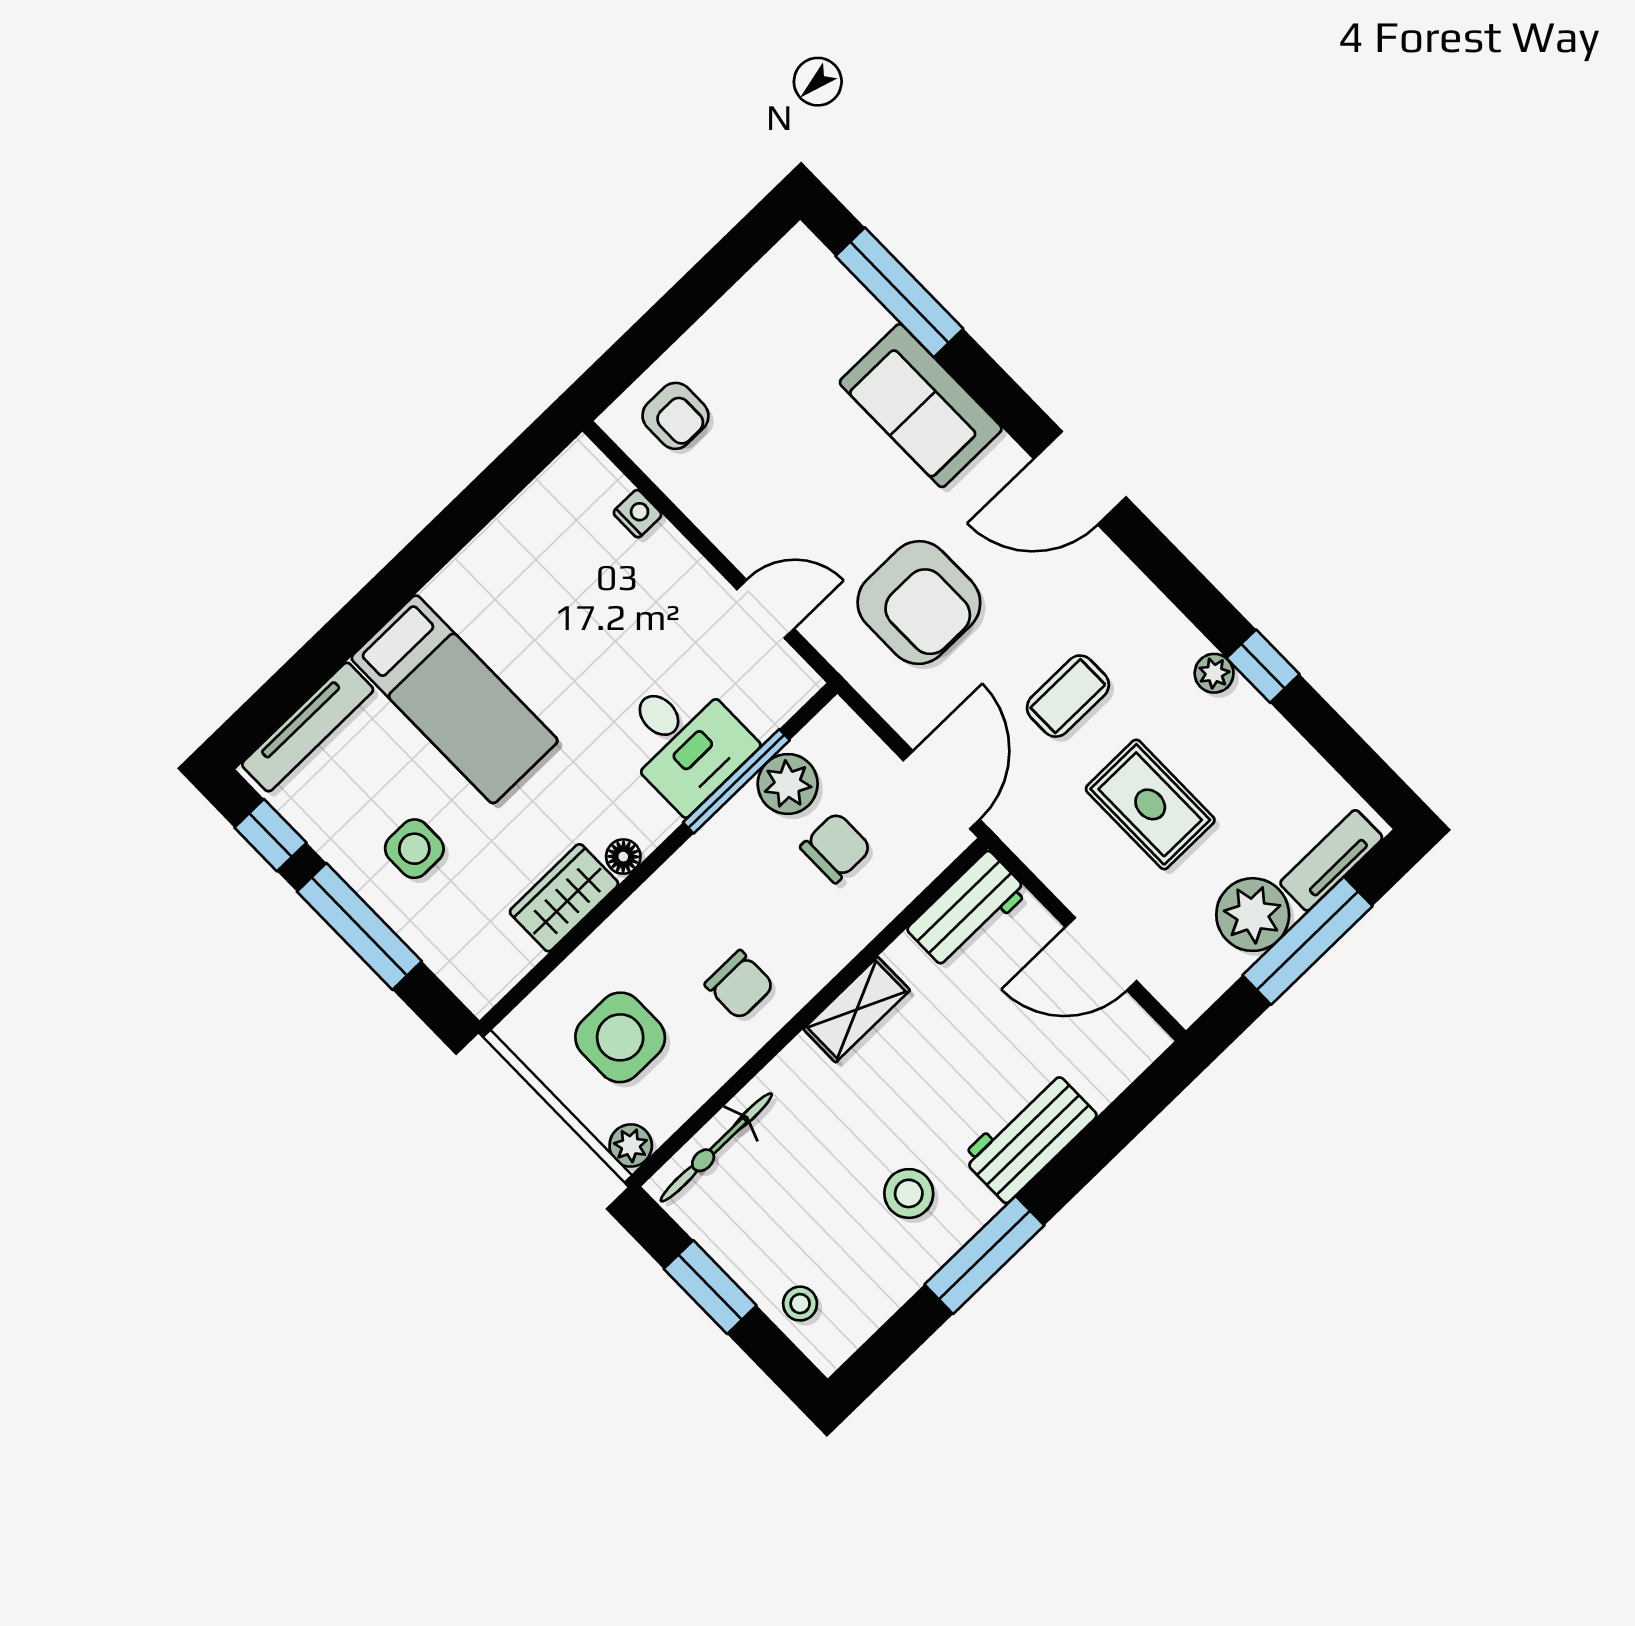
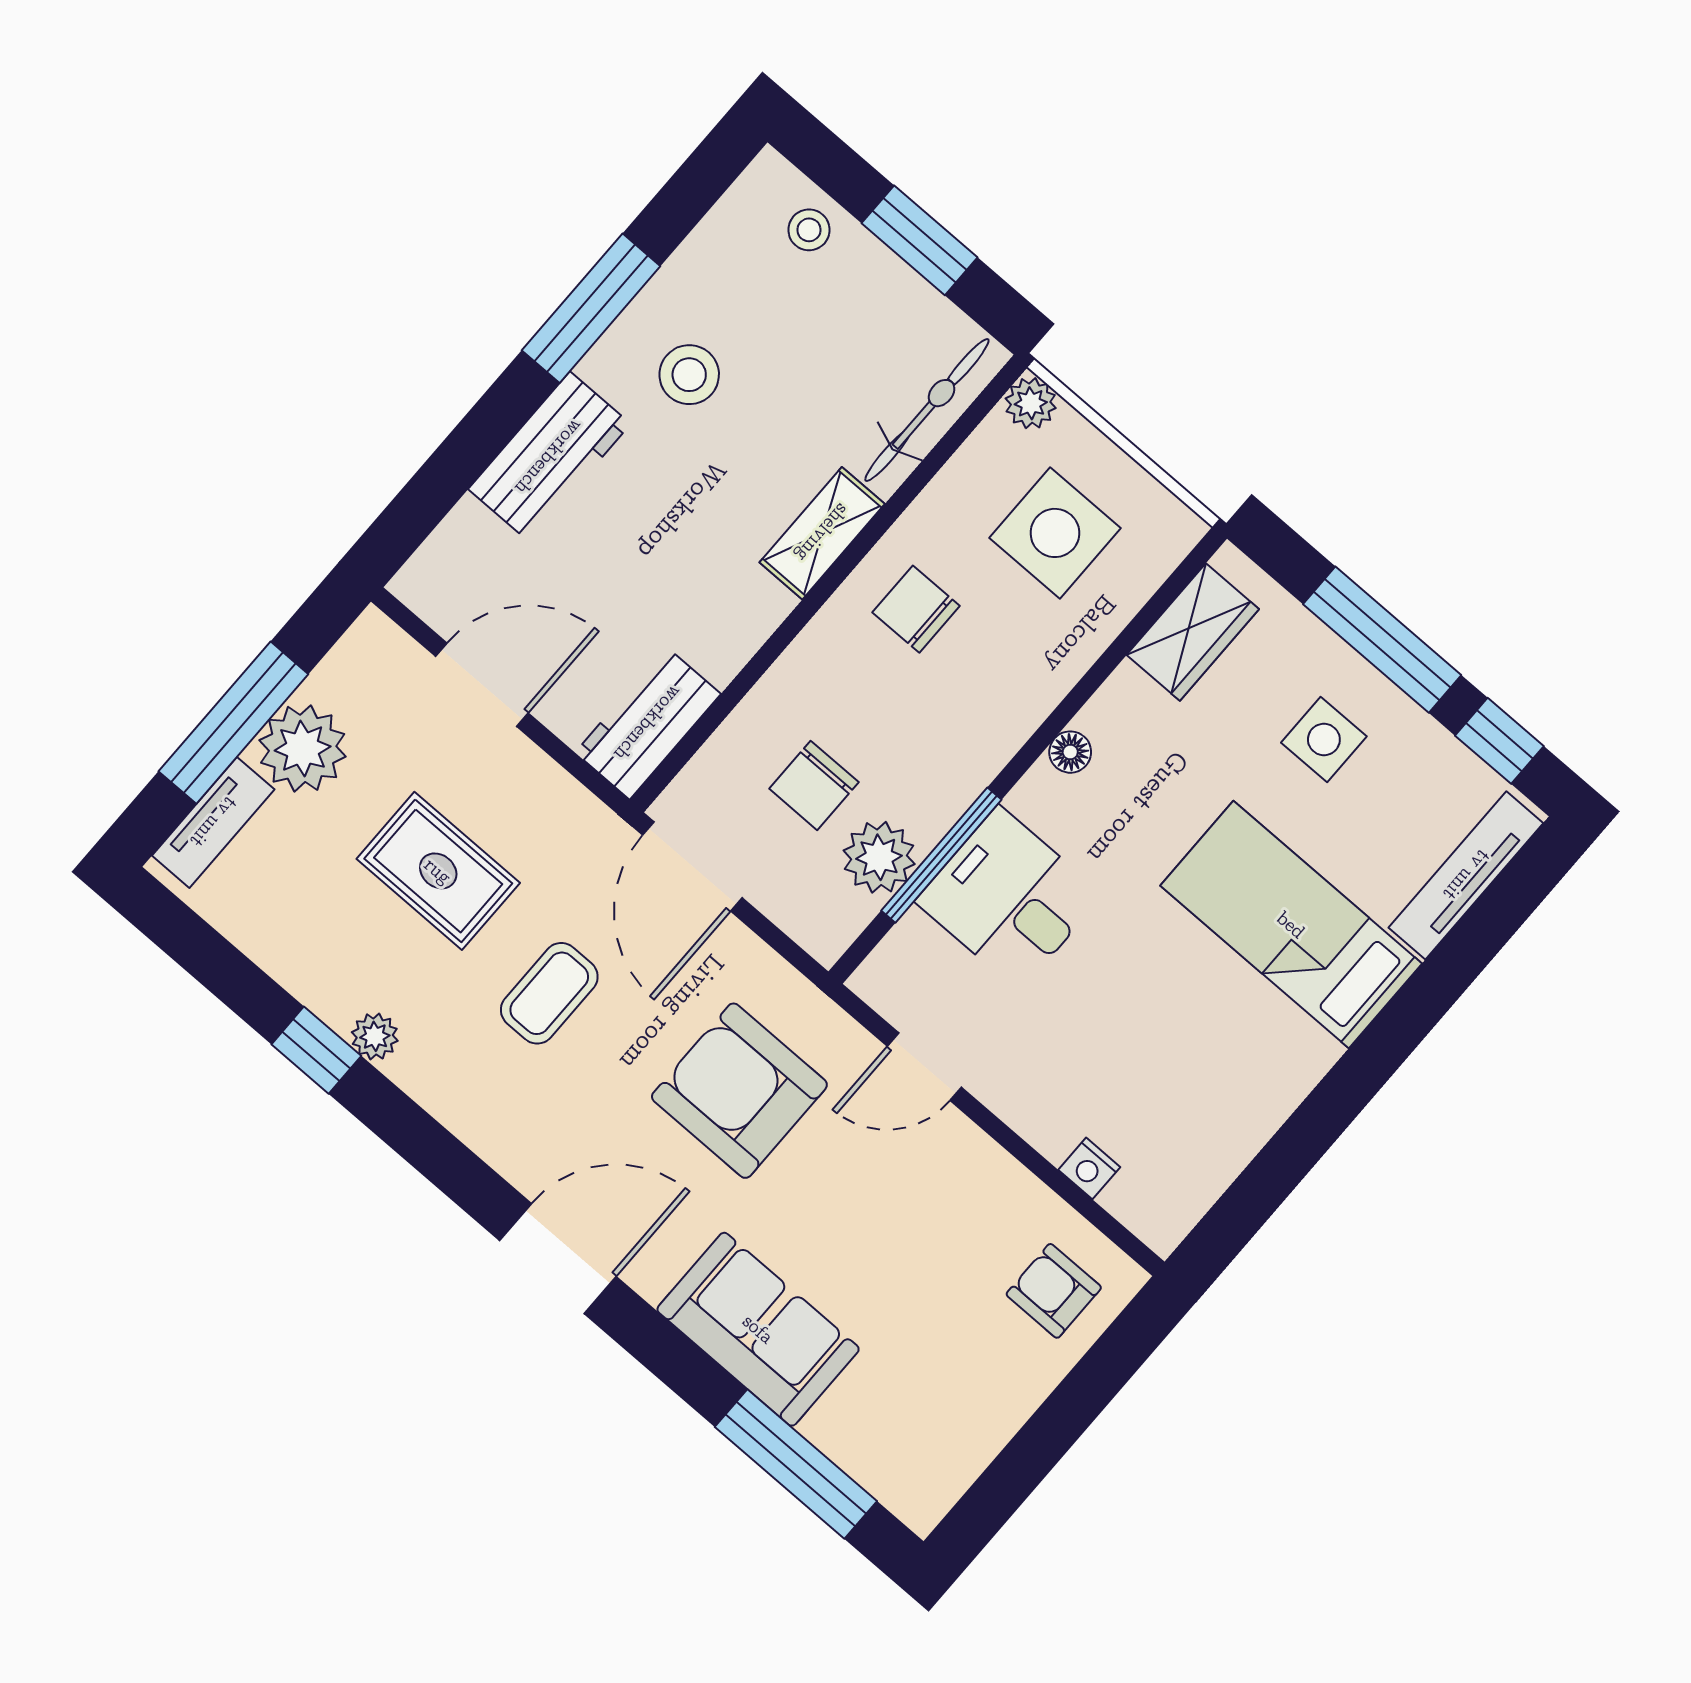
wardrobe: (564, 898) -> (1193, 632), moved
shelving: (857, 1010) -> (822, 533), moved

